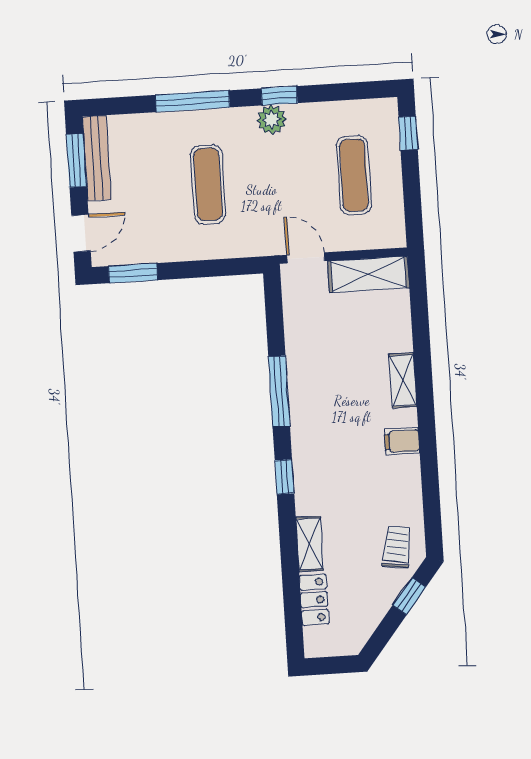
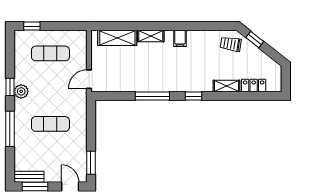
bench: (97, 158) -> (29, 177), width x0.73
shelving: (368, 274) -> (117, 38), moved, turned 90

